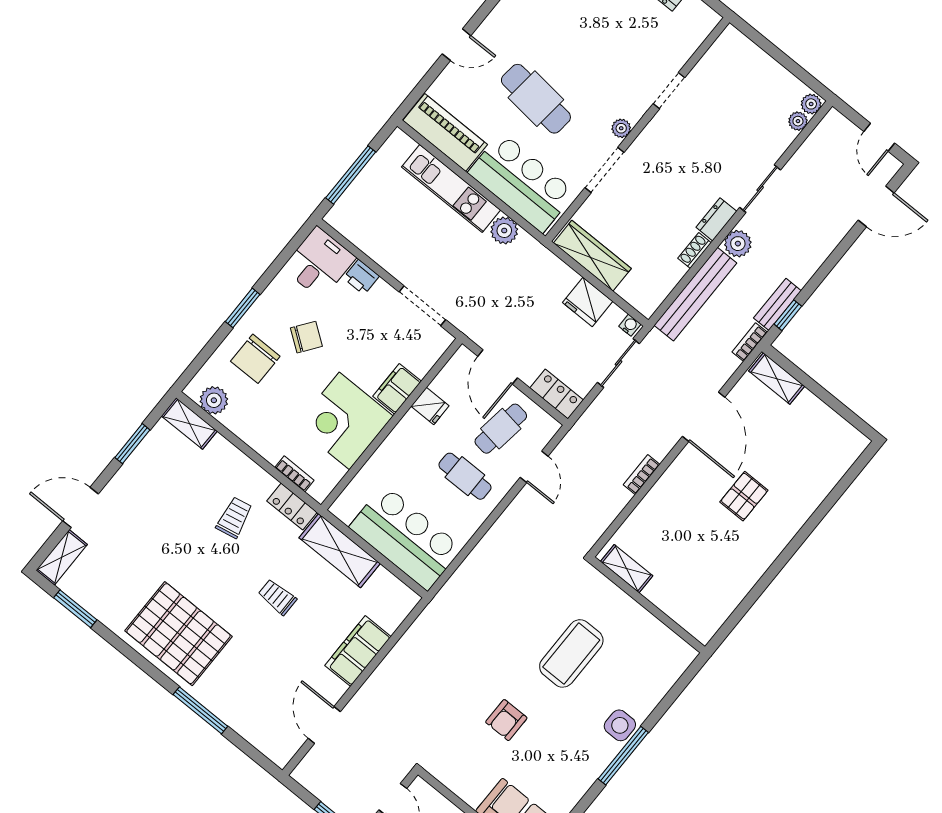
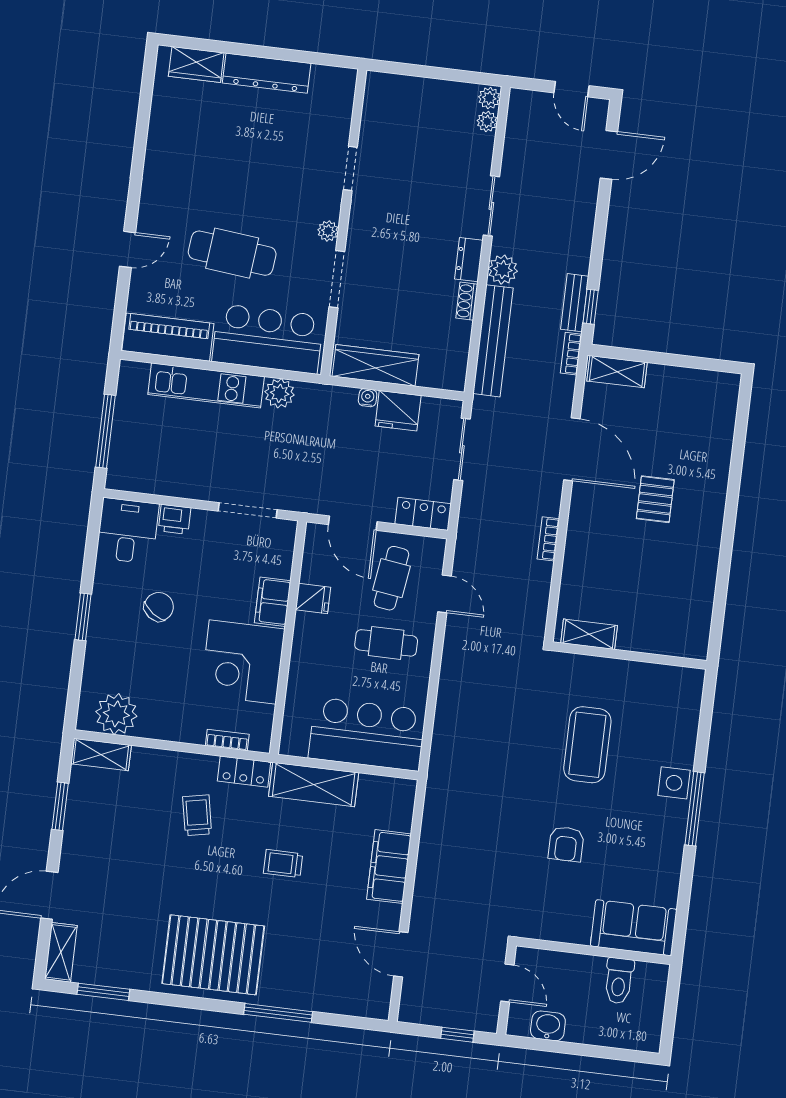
water cooler: (630, 325) -> (368, 398), moved
chair: (255, 359) -> (124, 656), removed
plant: (214, 400) -> (116, 714), width x1.36, depth x1.36

